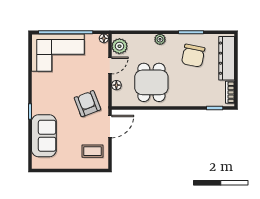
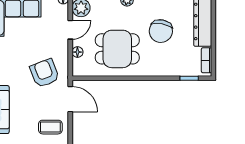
chair: (193, 56) -> (161, 31), moved
dining table: (151, 82) -> (117, 49), turned 90
door: (110, 127) -> (70, 99), hinge flipped

